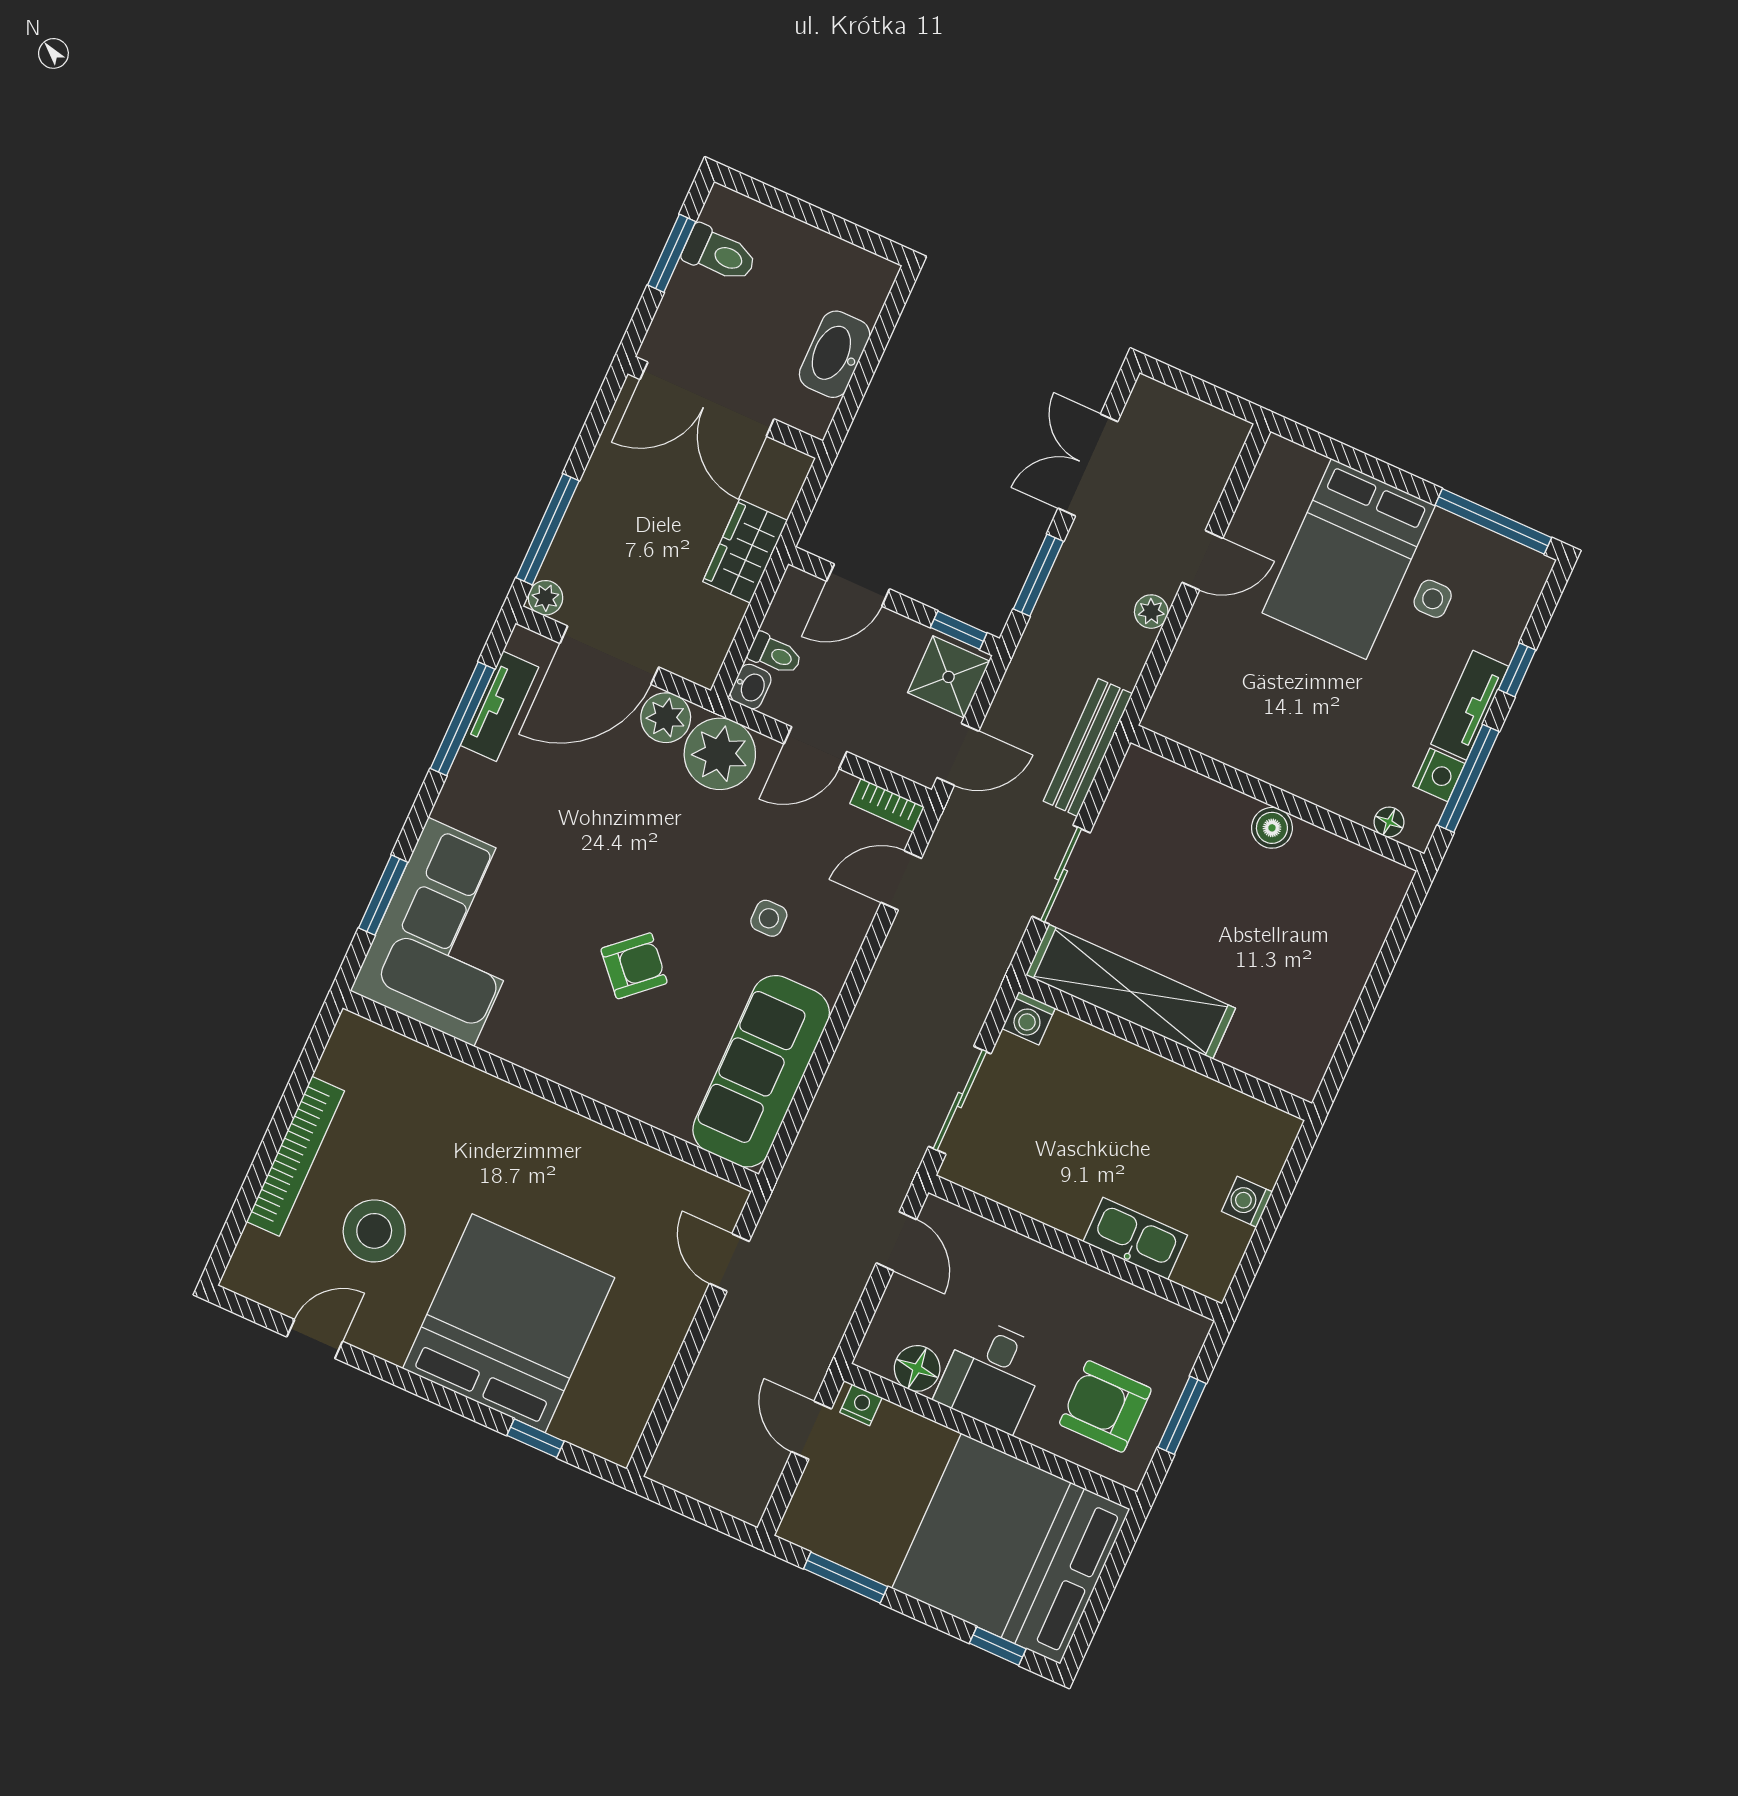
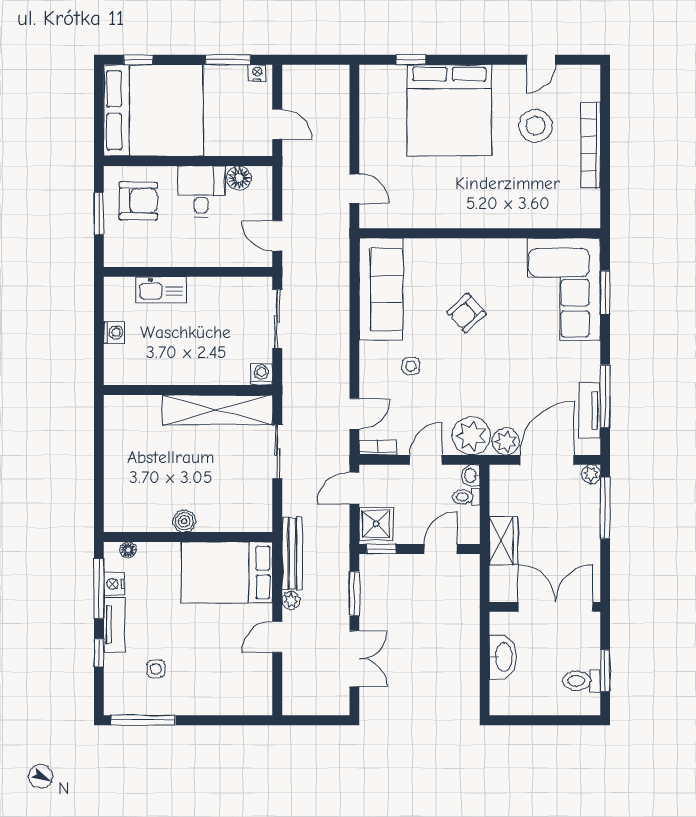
bed: (1349, 559) -> (227, 573), moved, turned -90
bench: (1088, 747) -> (292, 553), moved
nightstand: (861, 1405) -> (257, 73), moved, turned 180

